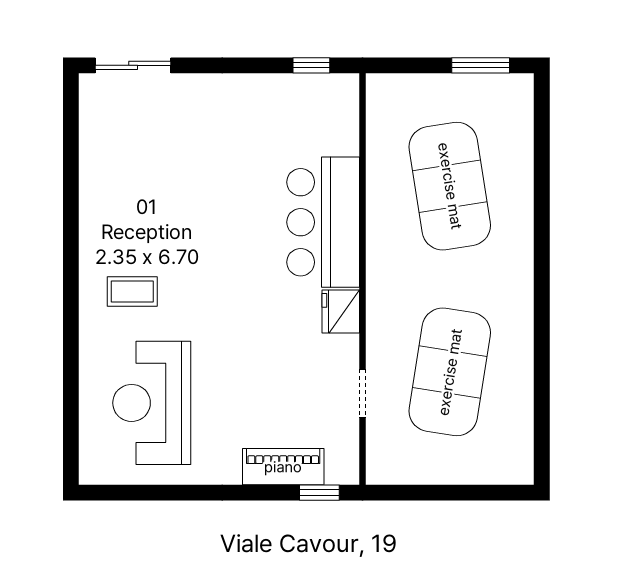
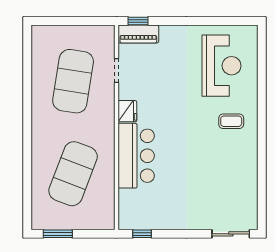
exercise mat: (450, 186) -> (73, 174), turned 30
piano: (283, 467) -> (138, 34), moved

